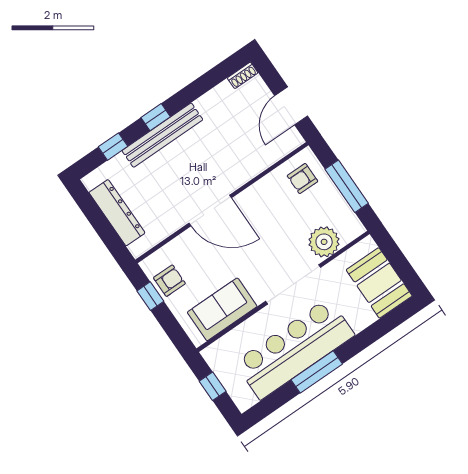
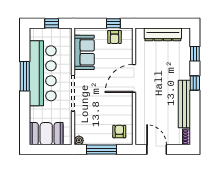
bench: (162, 135) -> (184, 104), moved
plant: (324, 242) -> (79, 140), moved, width x0.53, depth x0.53

